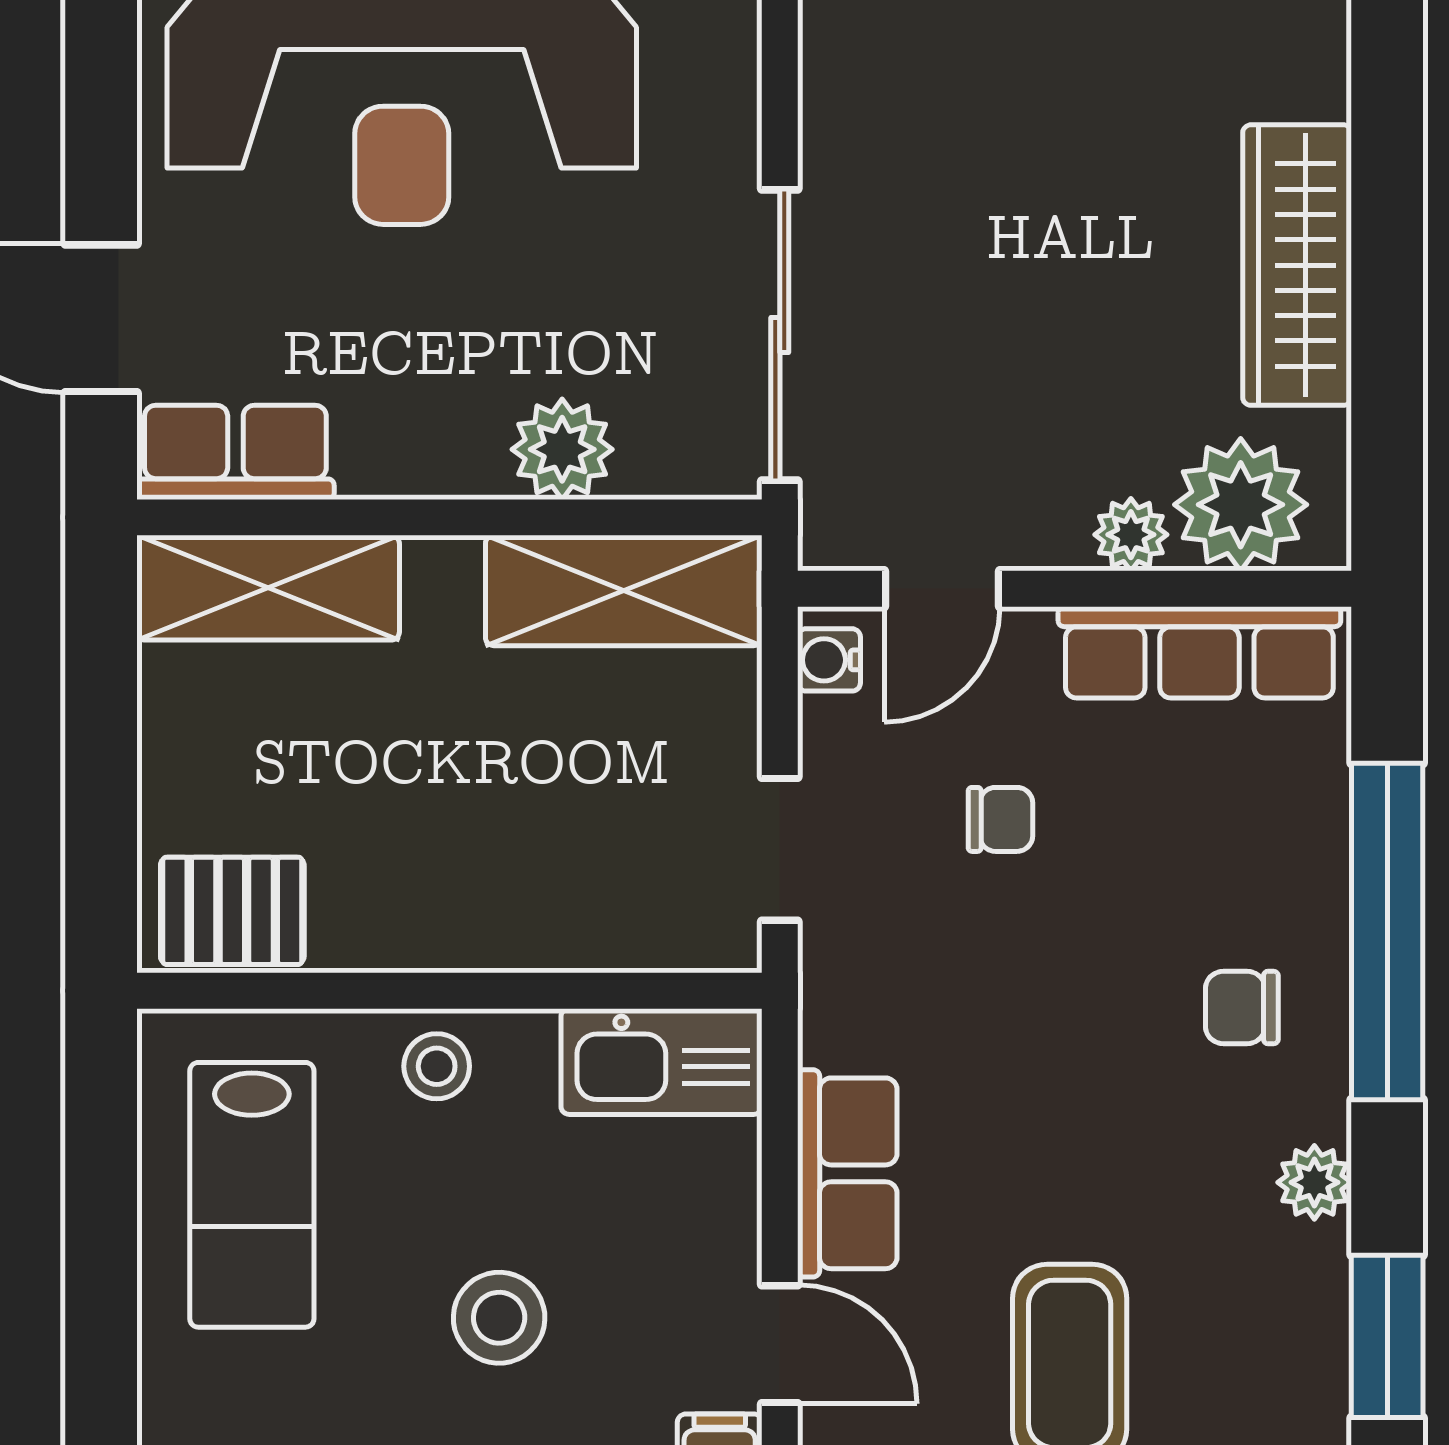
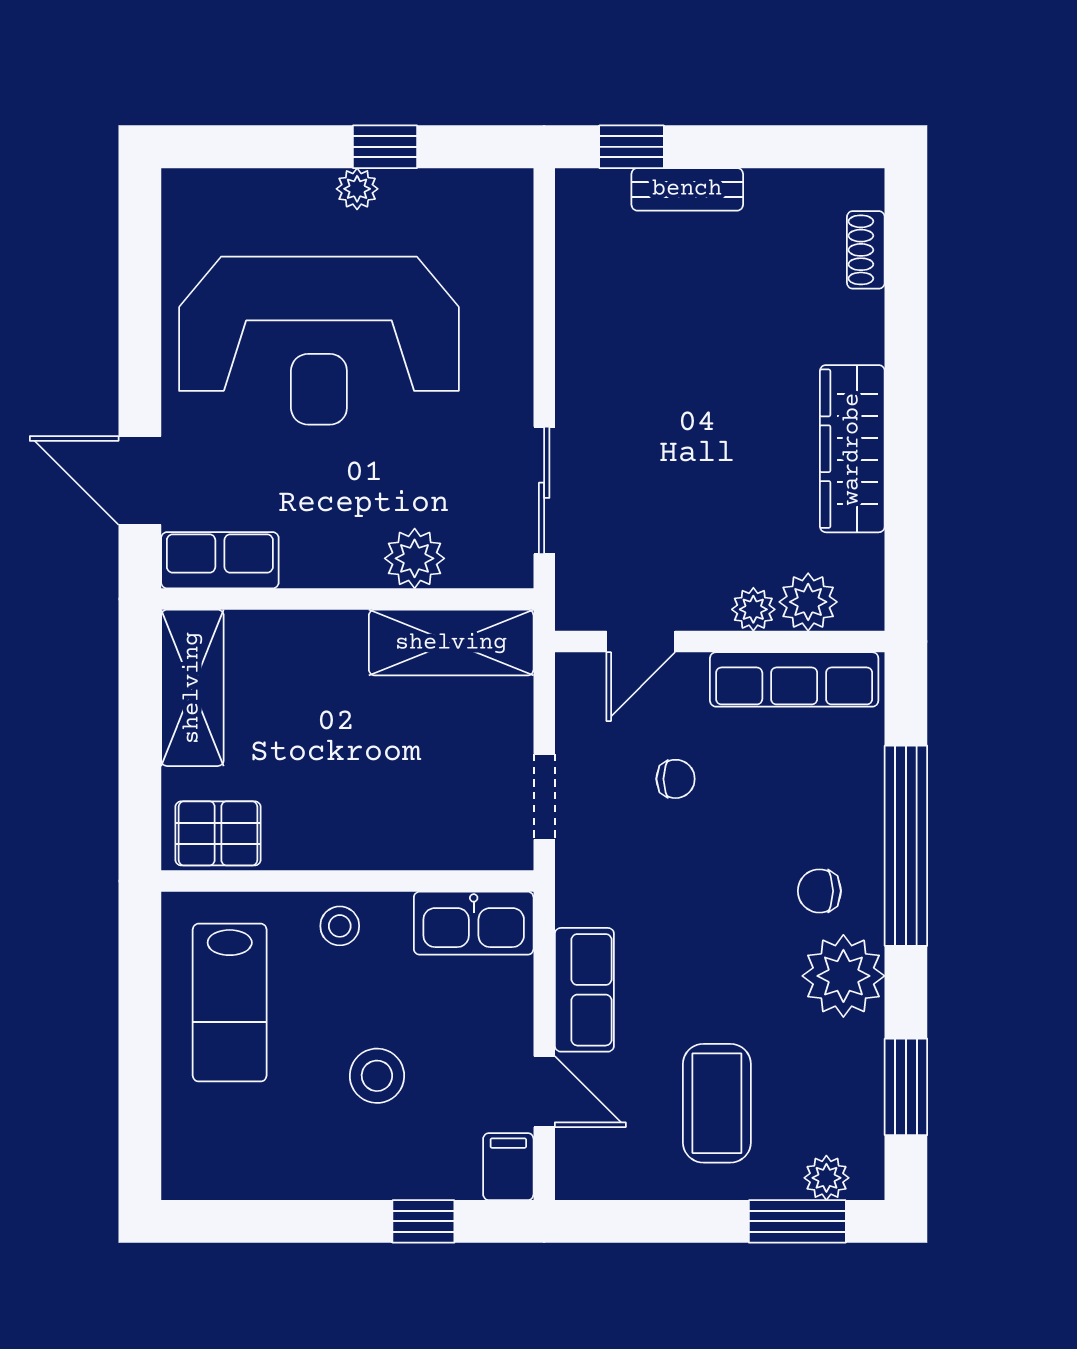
sliding door: (780, 335) -> (544, 490), width x0.73
plant: (1241, 505) -> (808, 602), width x0.73, depth x0.73
shelving: (268, 588) -> (192, 688), moved, turned 90
water cooler: (829, 660) -> (573, 684), removed
plant: (1314, 1182) -> (843, 976), width x1.87, depth x1.87

